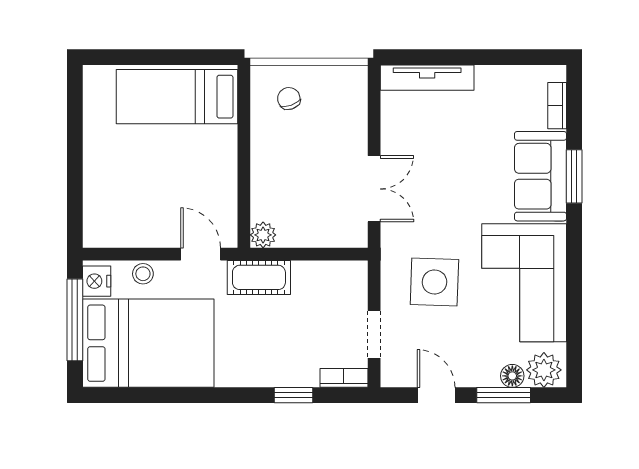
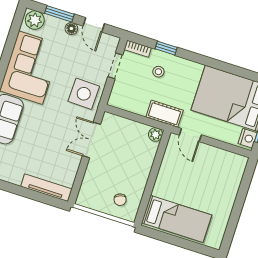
stool: (143, 274) -> (158, 72), moved
side table: (434, 282) -> (84, 94), moved
floor lamp: (512, 376) -> (71, 29), moved

